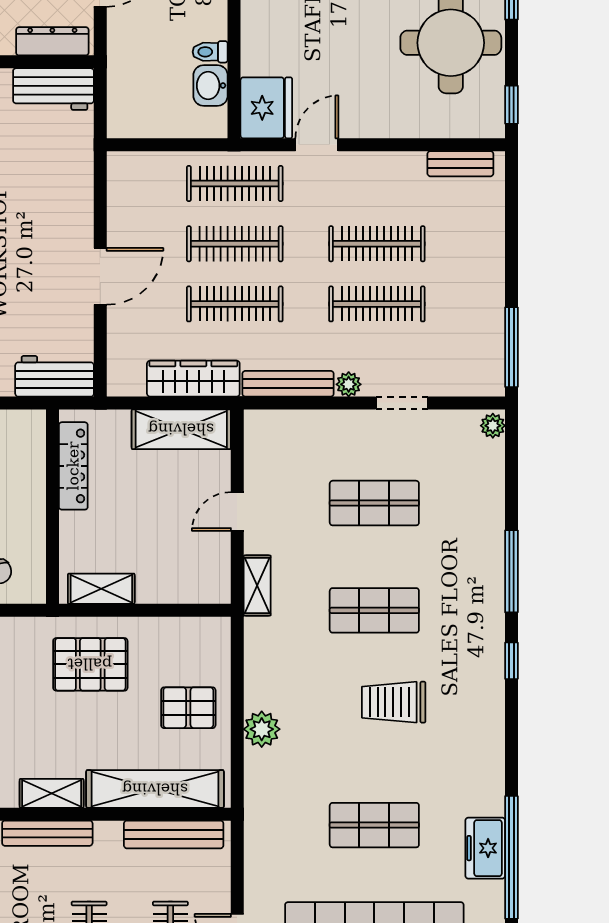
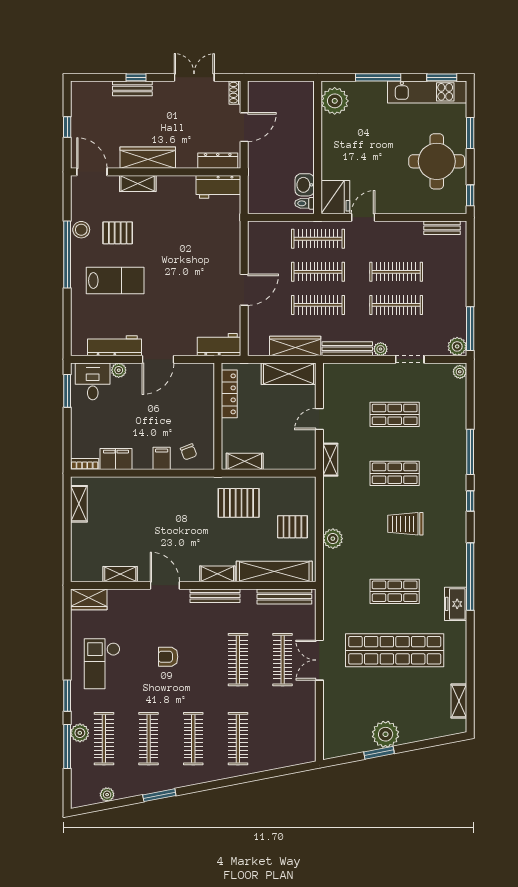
toilet: (210, 52) -> (304, 203), moved
plant: (488, 380) -> (457, 346), added
window: (511, 857) -> (470, 577), moved

